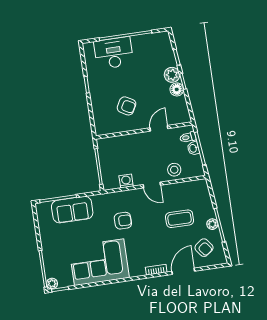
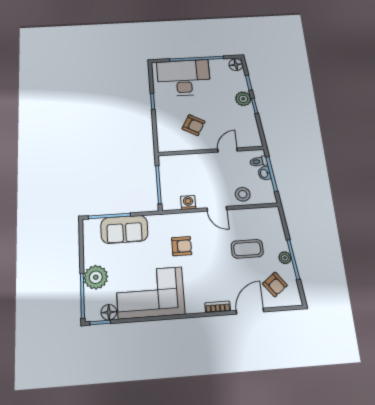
desk: (114, 53) -> (184, 78), width x1.36, depth x1.30
floor lamp: (177, 89) -> (236, 65), moved
floor lamp: (66, 281) -> (109, 312), added
plant: (52, 284) -> (96, 277), moved, width x1.87, depth x1.87

